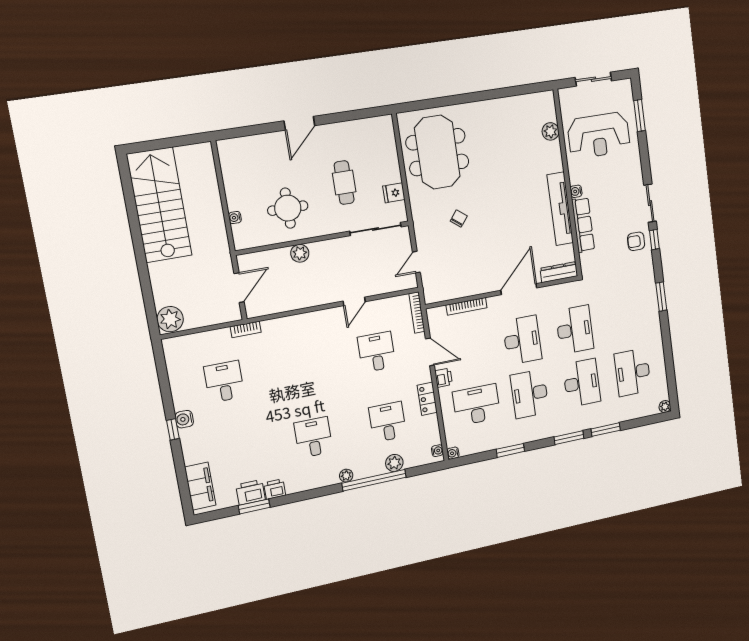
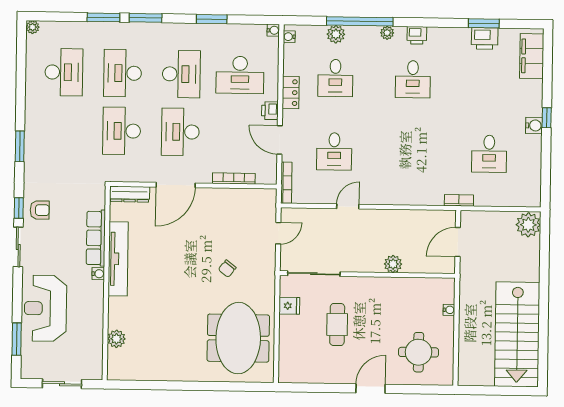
reception desk: (599, 135) -> (45, 308), moved, turned -90
round table: (288, 208) -> (419, 352), moved
printer: (275, 489) -> (417, 35), moved

